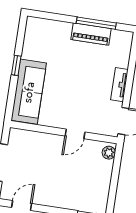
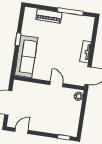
piano: (91, 34) -> (49, 16), moved
door: (75, 134) -> (56, 84), swing flipped

